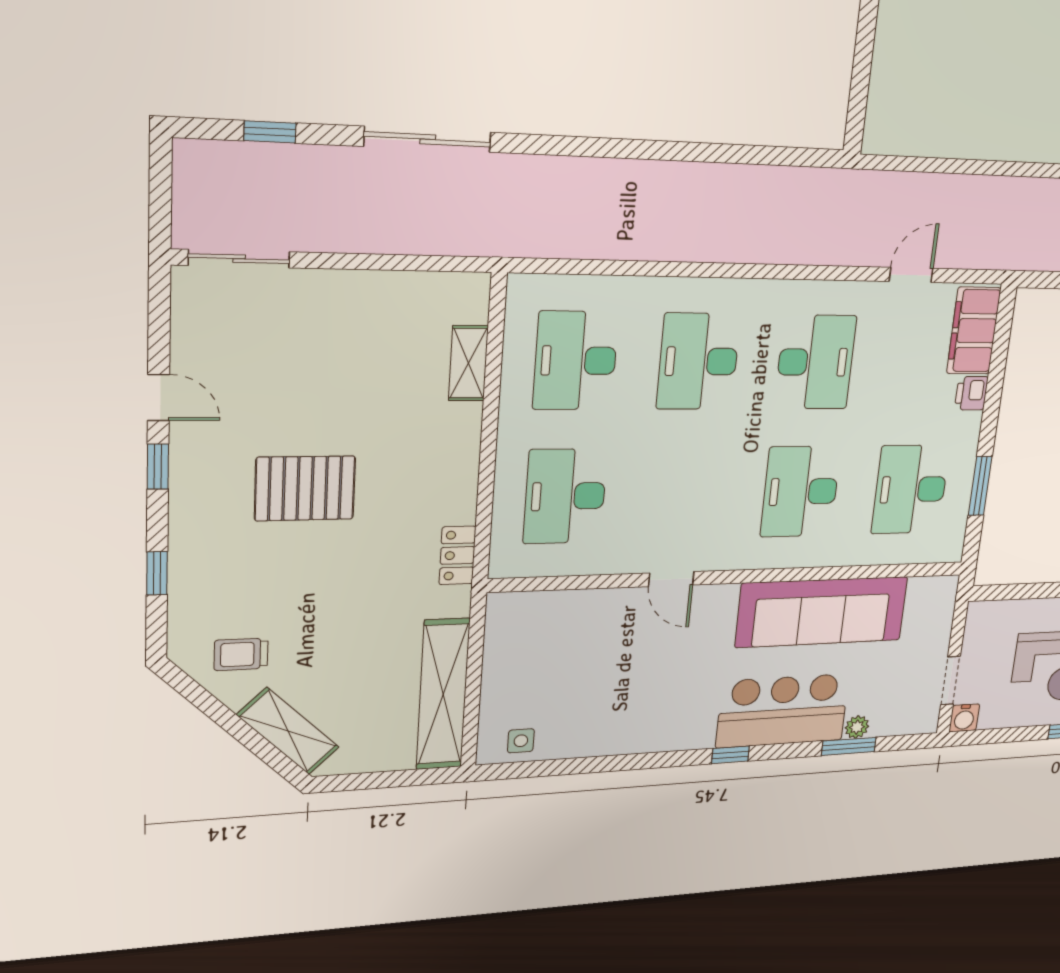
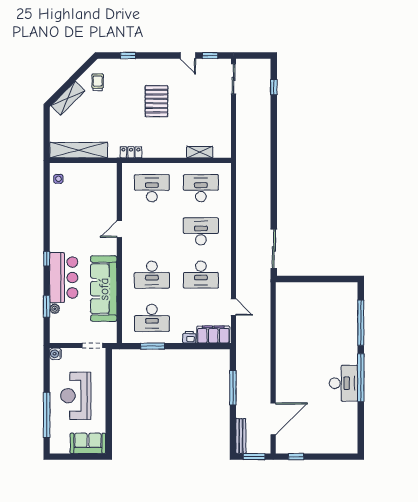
sliding door: (428, 139) -> (274, 249), moved
door: (158, 398) -> (188, 56), hinge flipped
window: (158, 467) -> (210, 56), moved
desk: (910, 489) -> (152, 318), turned 180
desk: (801, 492) -> (152, 275), turned 180
doorway: (950, 681) -> (92, 345), moved

